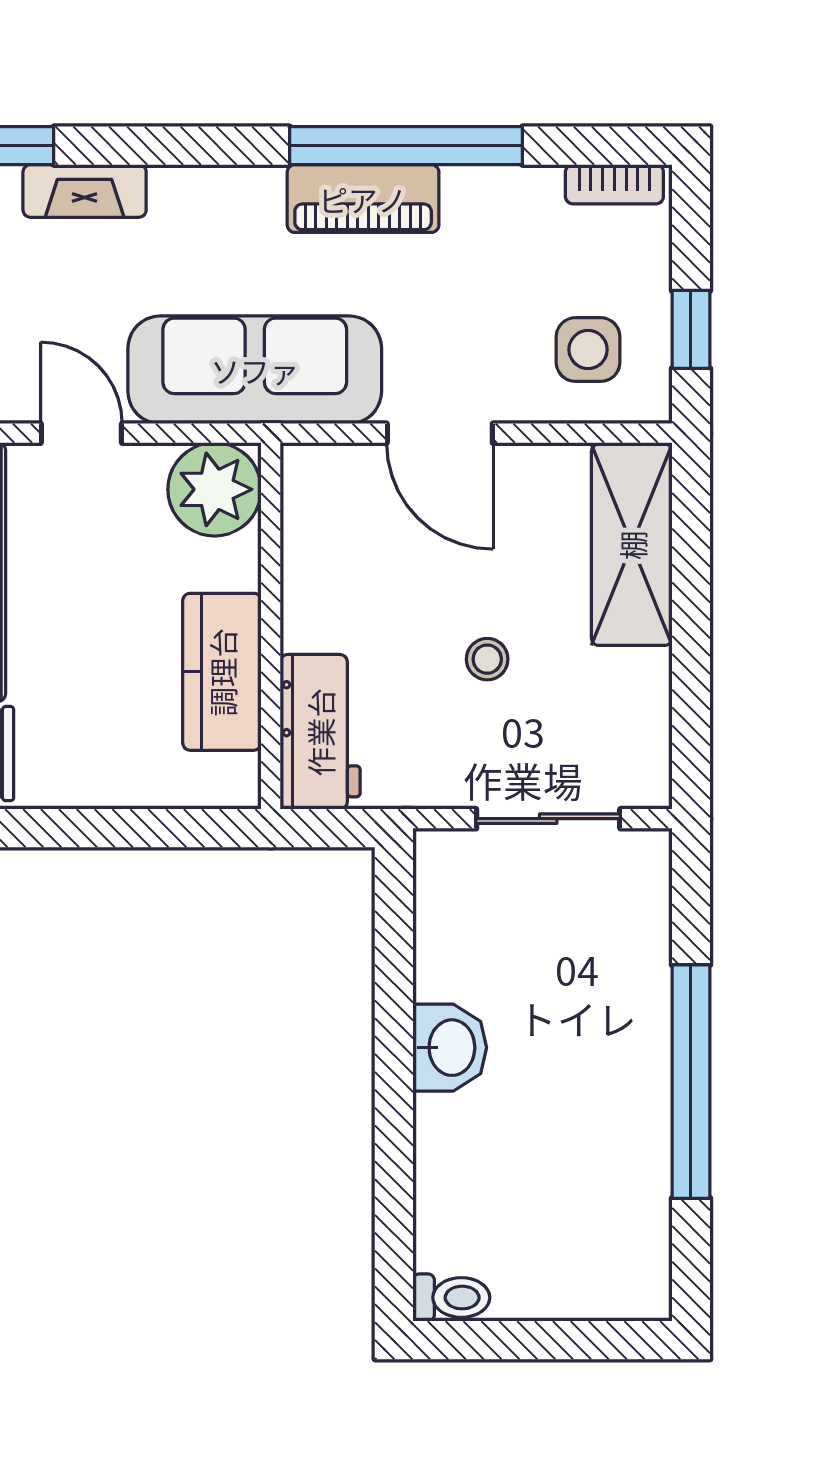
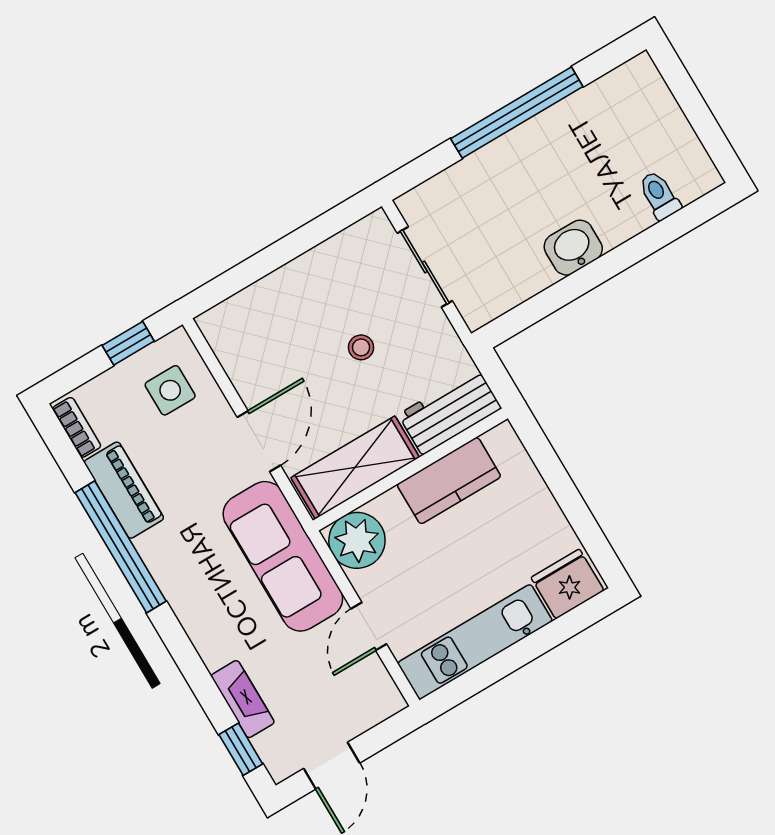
piano: (363, 199) -> (124, 490), moved
shelving: (632, 545) -> (355, 467), moved
toilet: (451, 1298) -> (659, 195), moved

